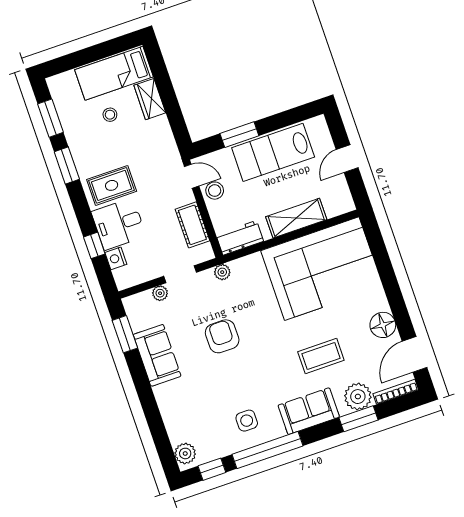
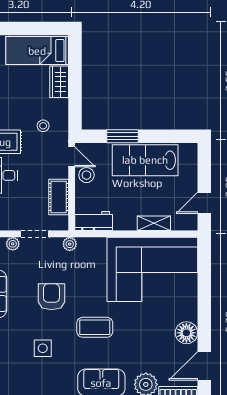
stool: (110, 115) -> (43, 126), moved
door: (347, 159) -> (204, 203), moved
shelving: (296, 218) -> (154, 223), width x0.67, depth x0.75
coffee table: (321, 356) -> (95, 327), moved
side table: (247, 421) -> (43, 348), moved

